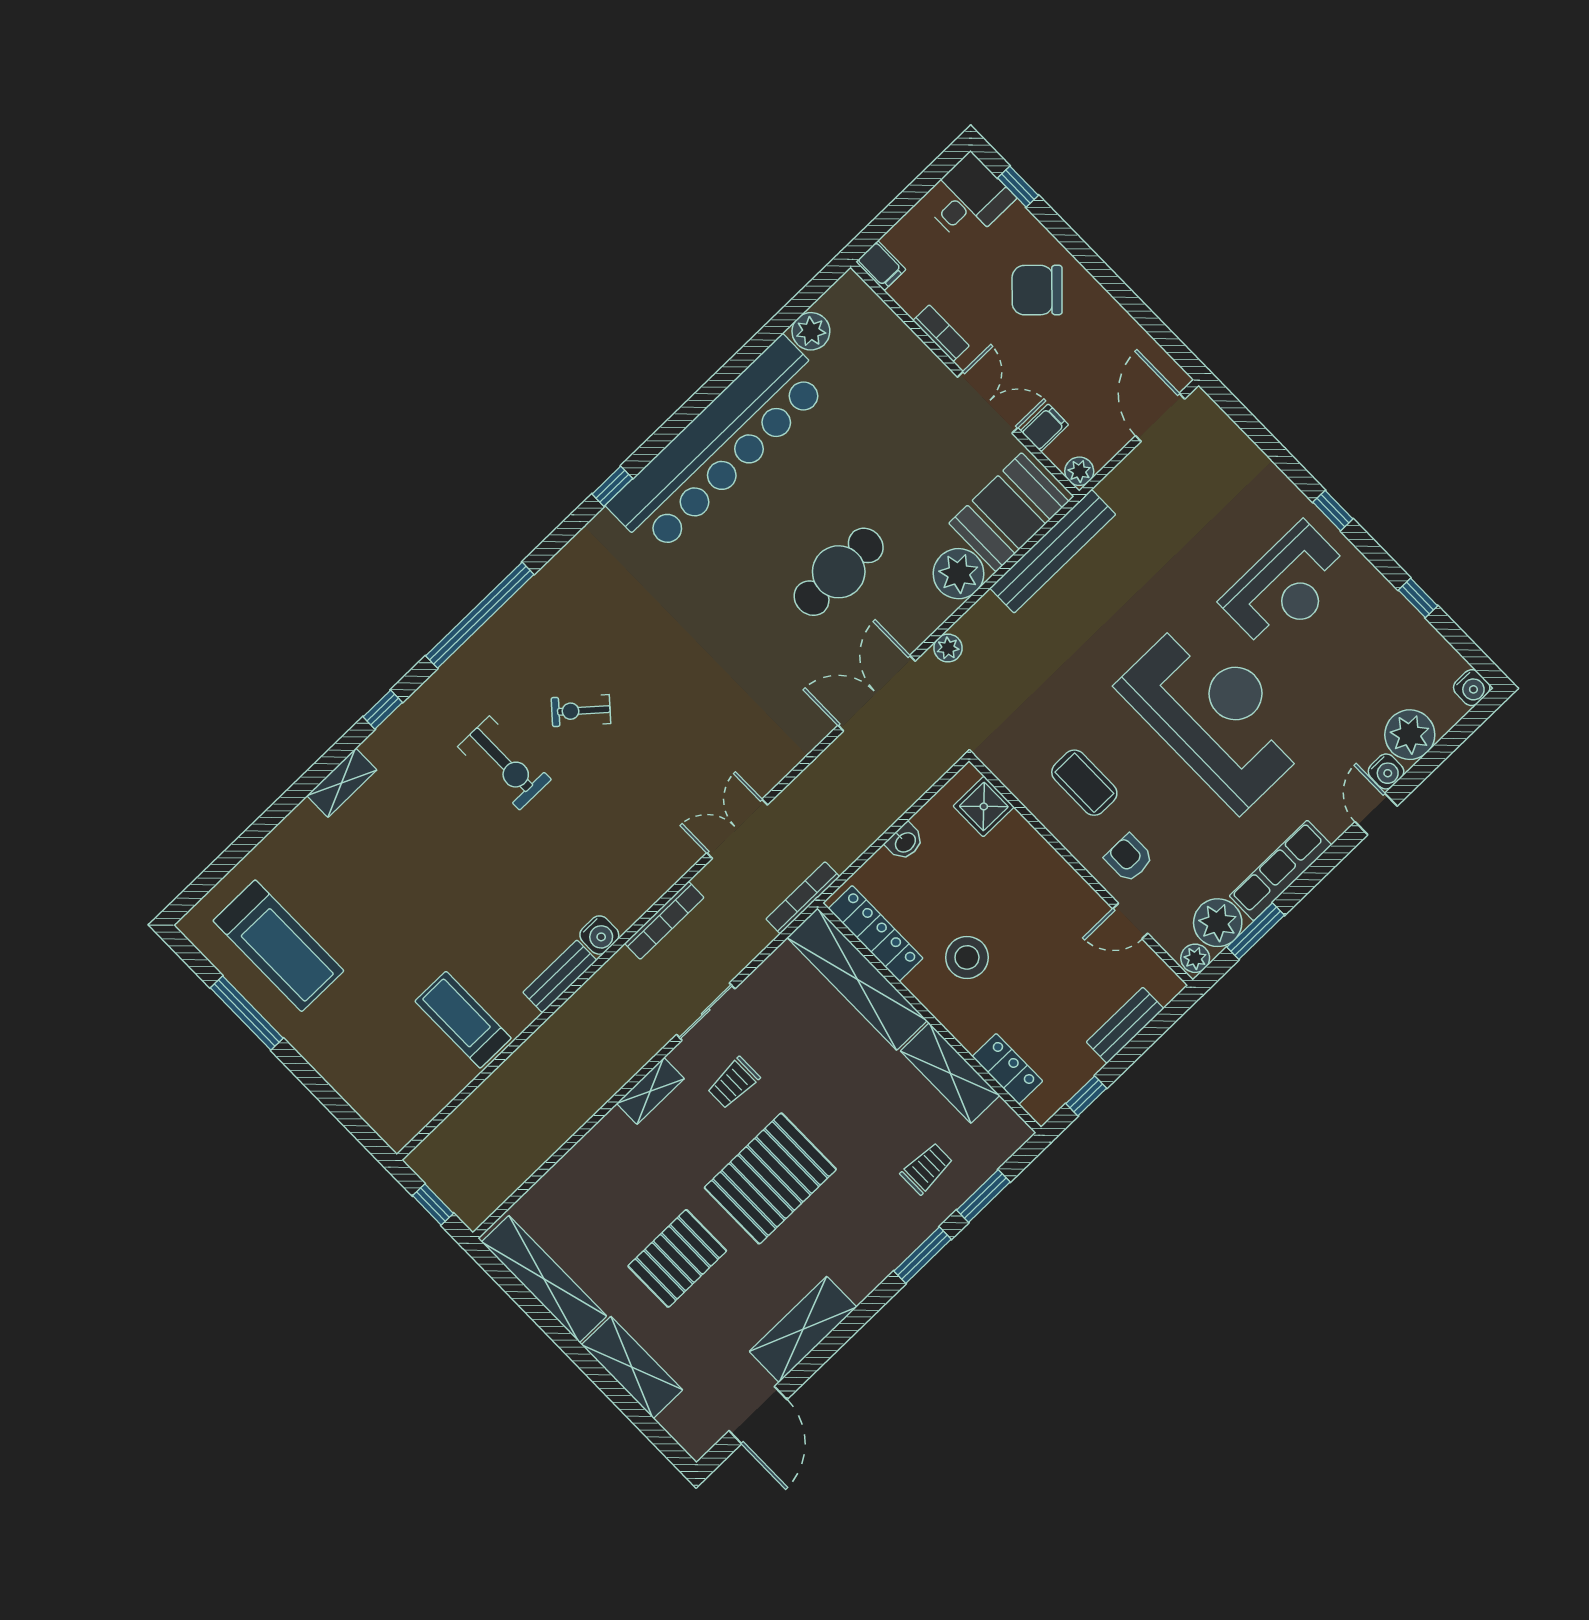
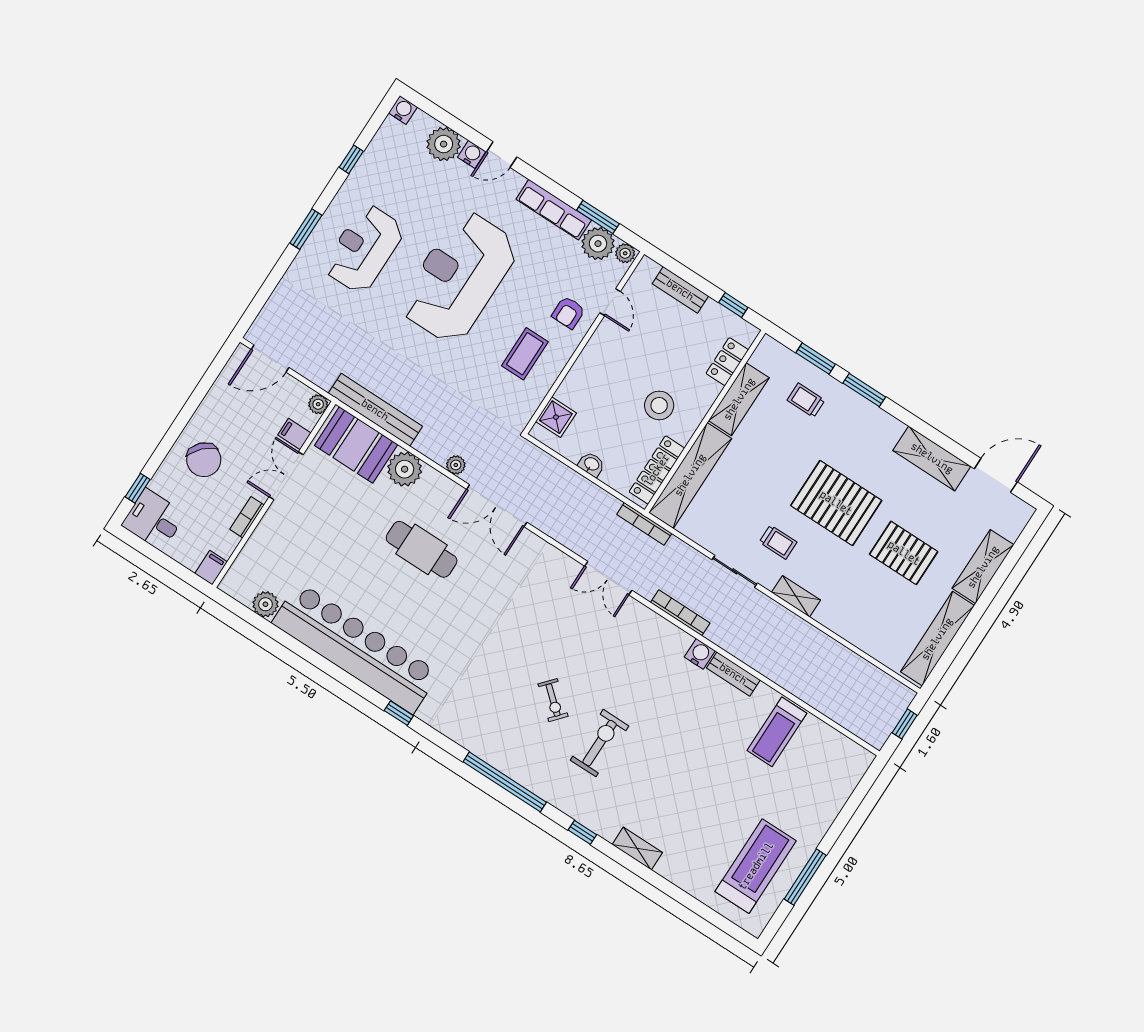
window: (1333, 511) -> (306, 229), width x1.50
reception desk: (1286, 587) -> (364, 249), turned -90

